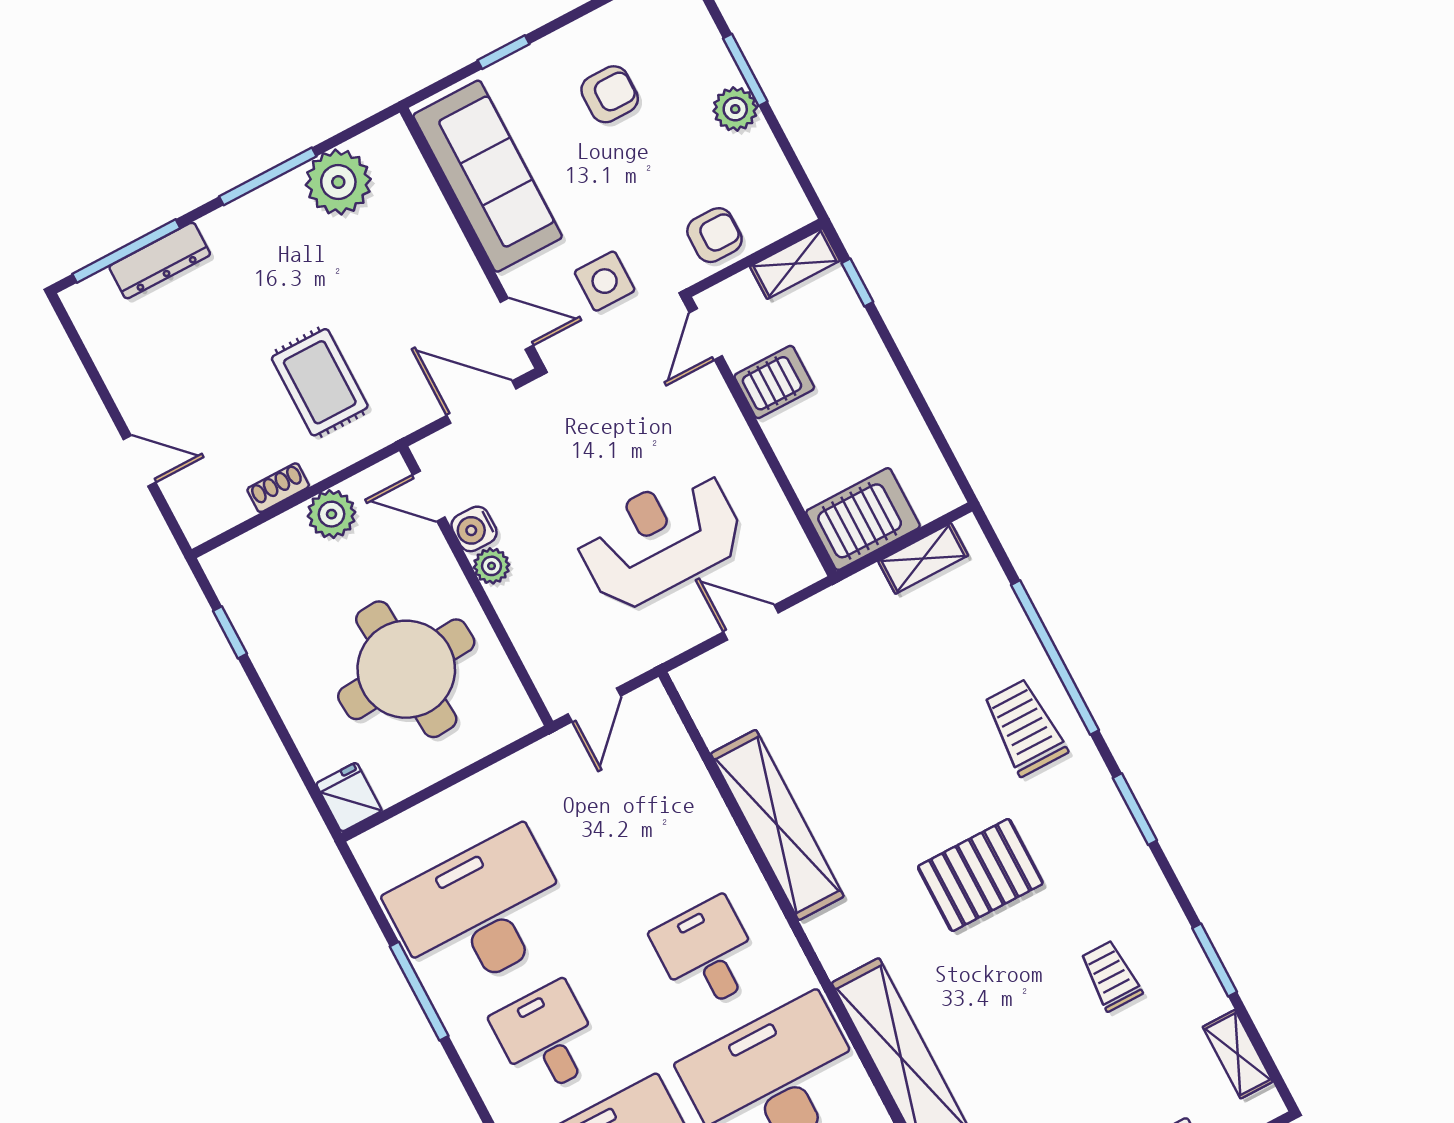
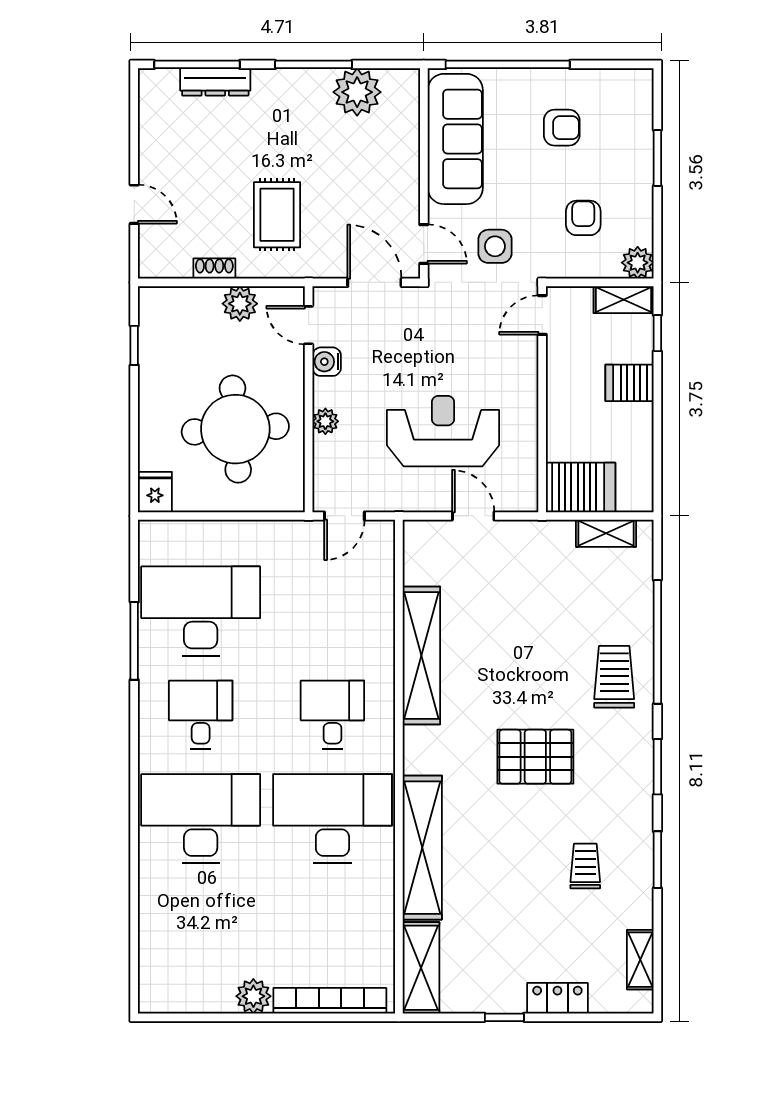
window: (504, 52) -> (508, 64), width x3.17
plant: (735, 109) -> (638, 263), moved
armchair: (714, 235) -> (583, 218), moved, turned -90
server rack: (774, 382) -> (629, 383), moved, turned 180
plant: (492, 566) -> (325, 421), moved
window: (1215, 960) -> (657, 860), moved

